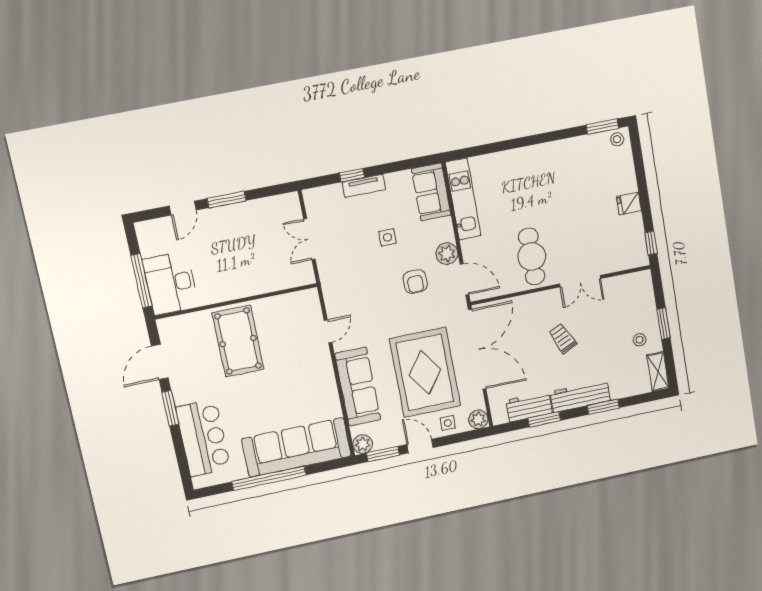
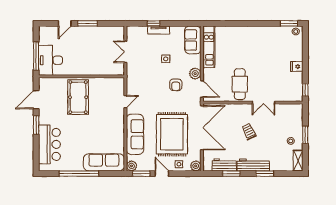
sofa: (296, 447) -> (104, 162), width x0.74, depth x0.79

